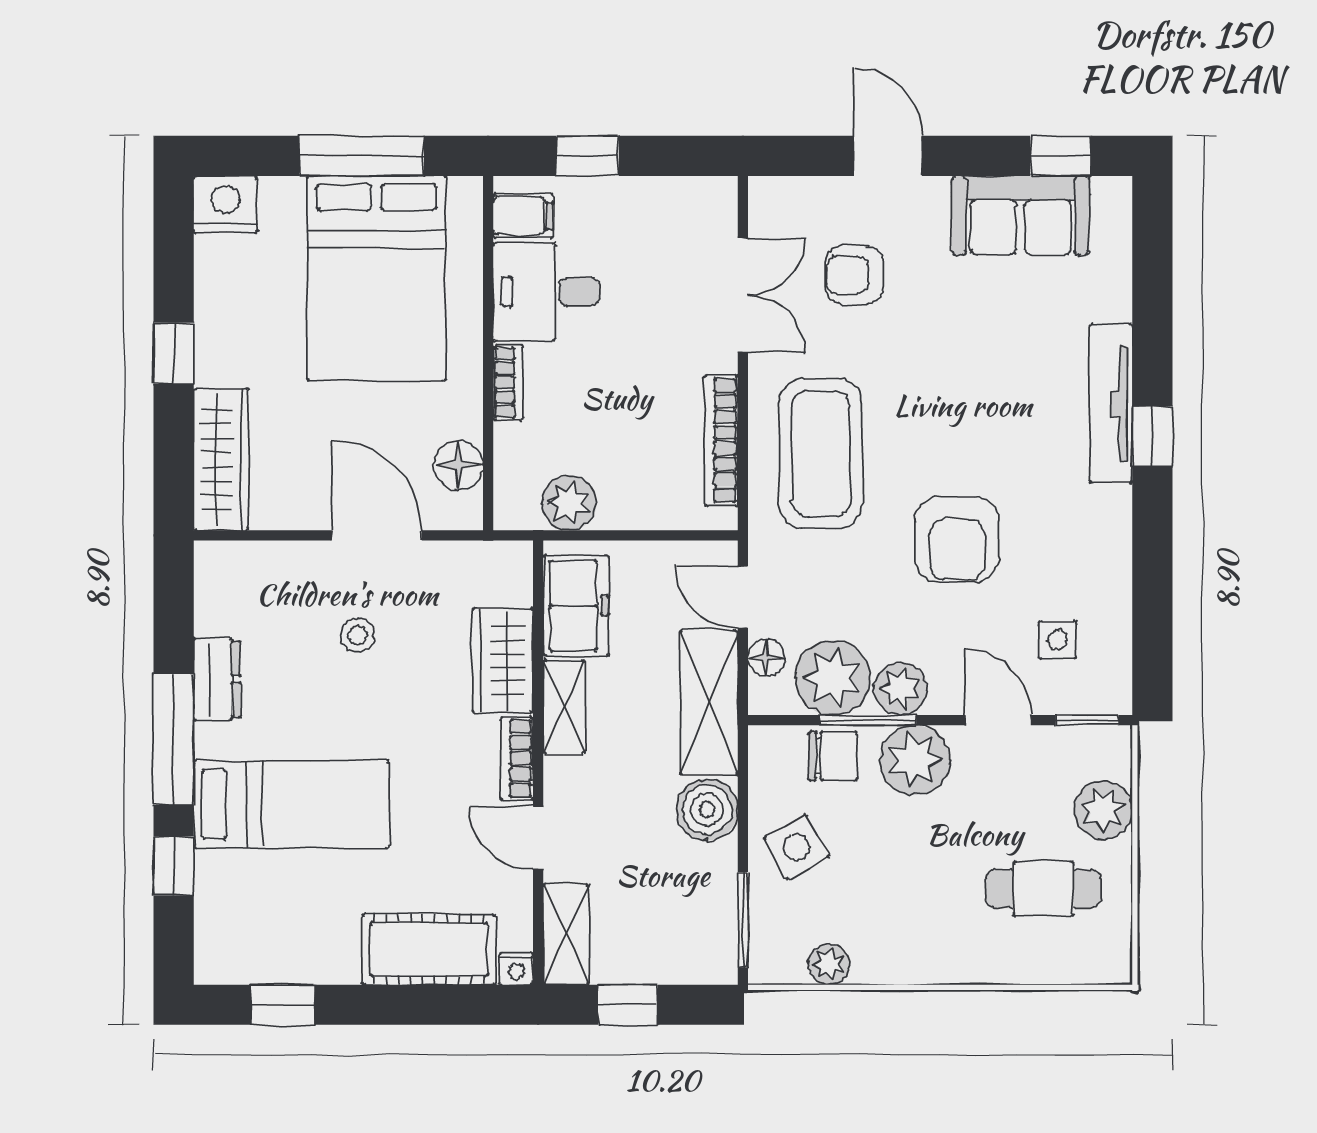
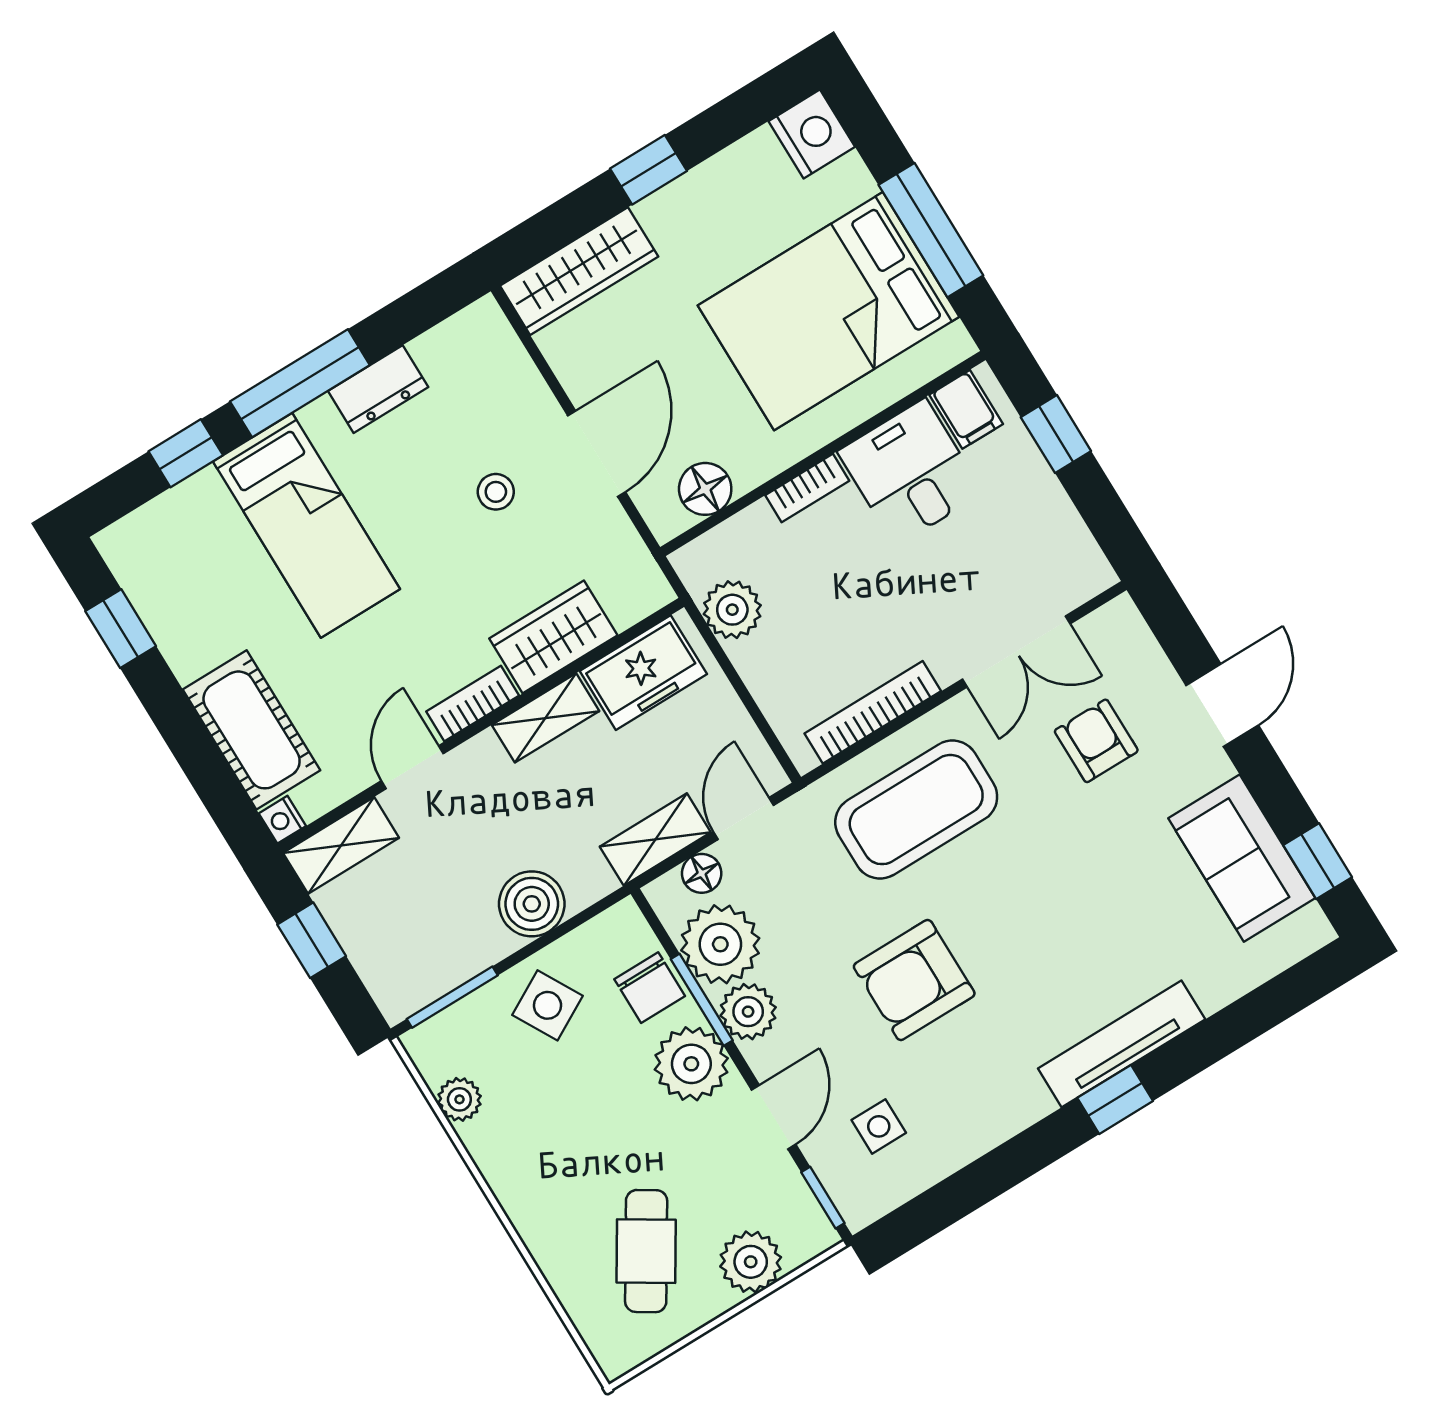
shelving: (709, 702) -> (655, 839), width x0.67, depth x0.75
cafe table: (1043, 889) -> (646, 1251), turned 32

